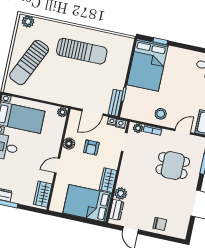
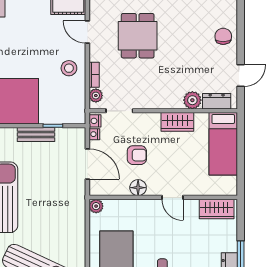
bench: (116, 103) -> (36, 135), moved
bed: (87, 203) -> (223, 144), width x0.67

